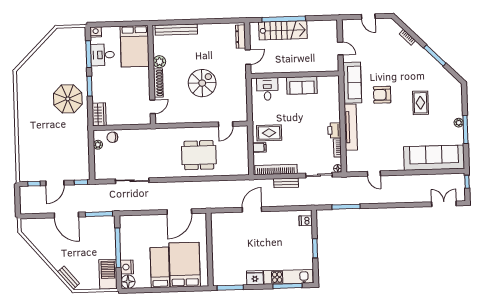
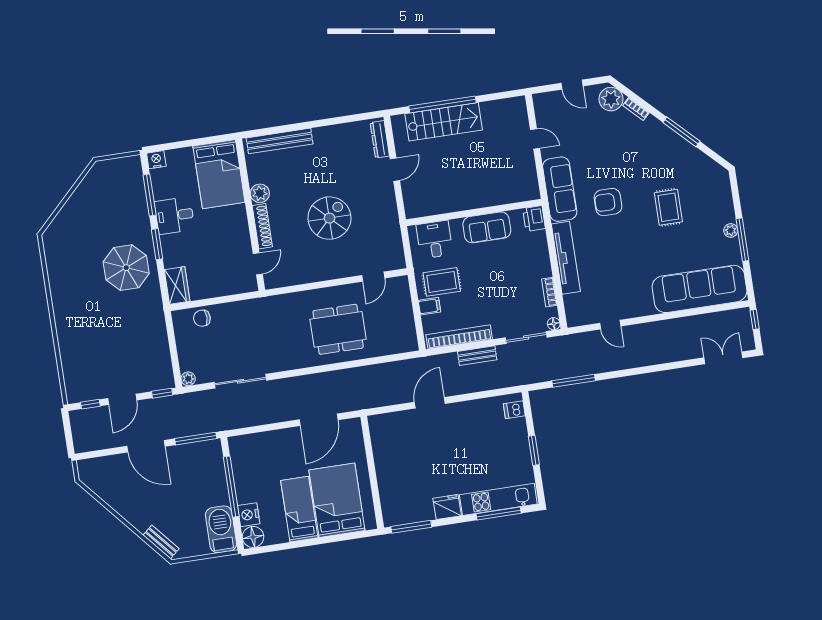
plant: (392, 29) -> (611, 99), added
desk: (102, 55) -> (174, 216), moved
wall: (295, 75) -> (474, 212), moved
sofa: (302, 85) -> (487, 227), moved
desk: (267, 89) -> (435, 240), moved
printer: (334, 130) -> (534, 219), moved
plant: (98, 145) -> (188, 379), moved

